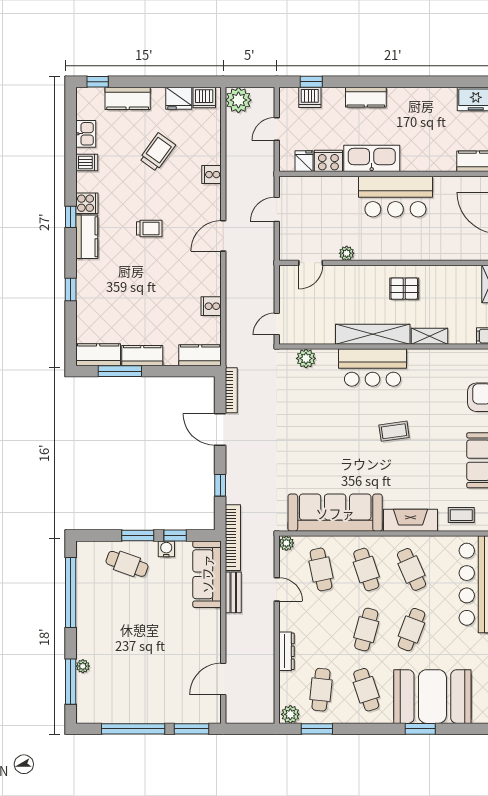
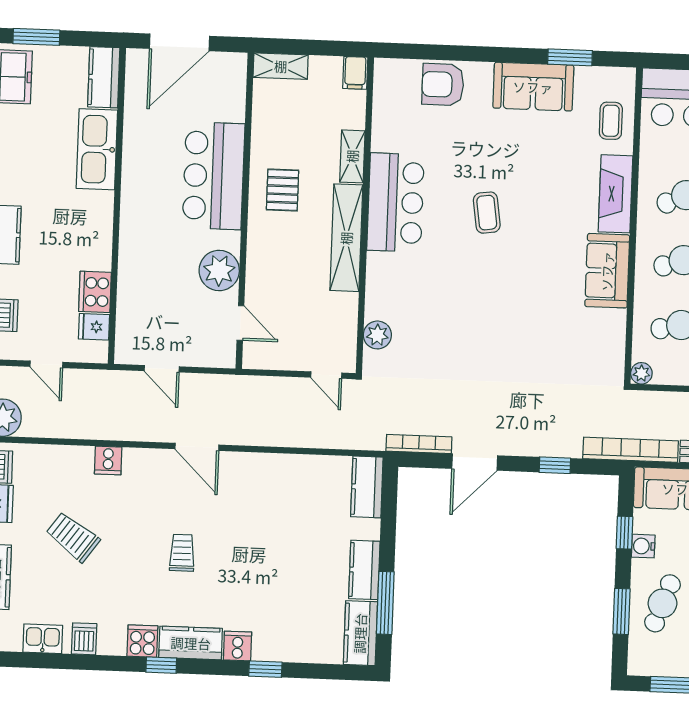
kitchen sink: (372, 158) -> (97, 149), moved
bar counter: (395, 197) -> (214, 176), moved, turned 180
plant: (347, 253) -> (219, 270), width x1.88, depth x1.88
cooker: (211, 306) -> (238, 646), moved, turned 180
bar counter: (373, 367) -> (396, 202), moved
sofa: (335, 513) -> (607, 271), width x0.54, depth x0.79
window: (138, 536) -> (621, 611), moved

